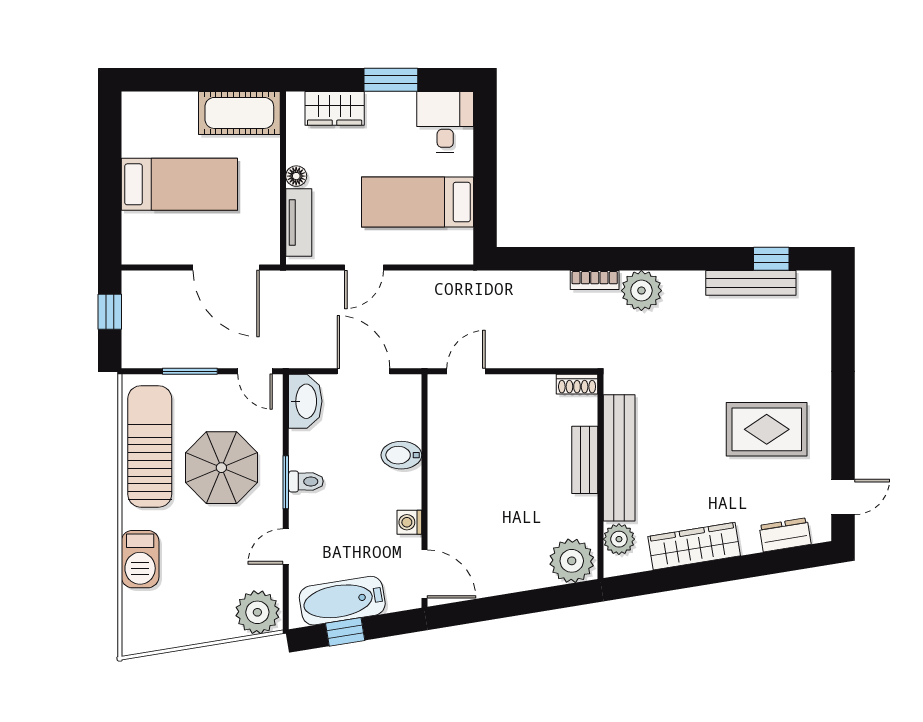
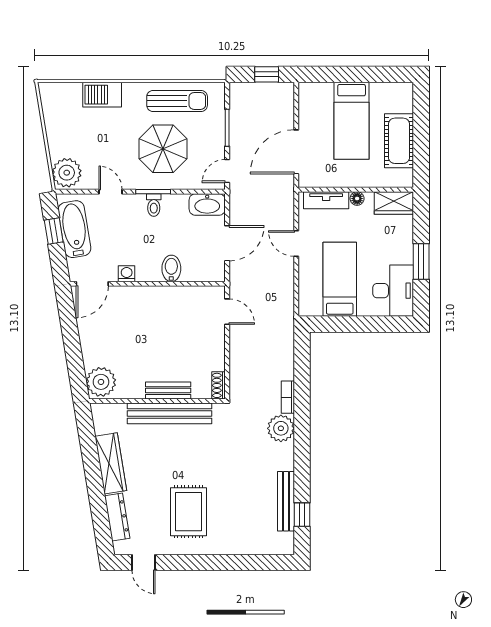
wardrobe: (335, 108) -> (394, 203), moved, turned -90
cot: (239, 113) -> (399, 141), moved
desk: (445, 122) -> (393, 291), width x1.37
sun lounger: (150, 446) -> (177, 101), width x0.73, depth x0.75
dresser: (785, 535) -> (117, 517), width x1.44
plant: (619, 539) -> (115, 413), removed

